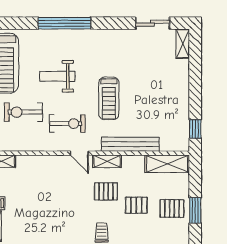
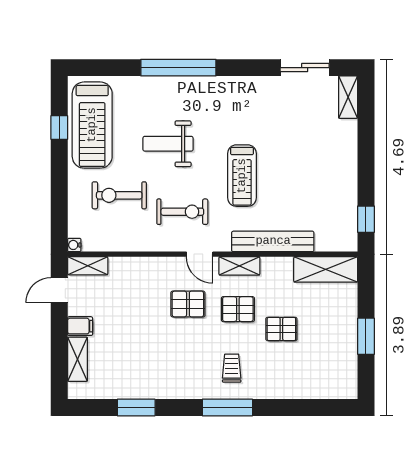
pallet: (172, 208) -> (188, 304), moved

